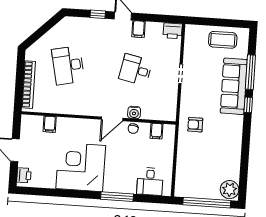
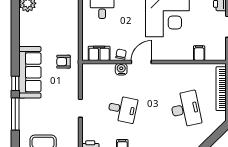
sofa: (234, 86) -> (30, 72), moved
armchair: (195, 125) -> (64, 62), turned 180
filing cabinet: (156, 131) -> (99, 53), width x2.00

